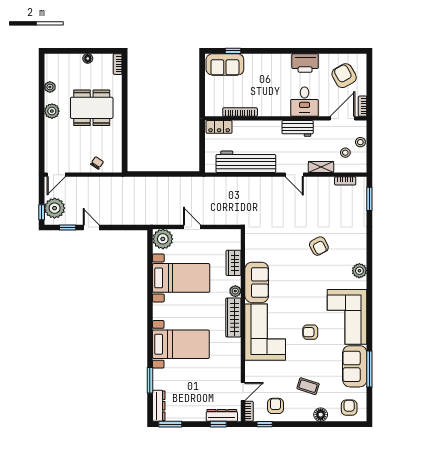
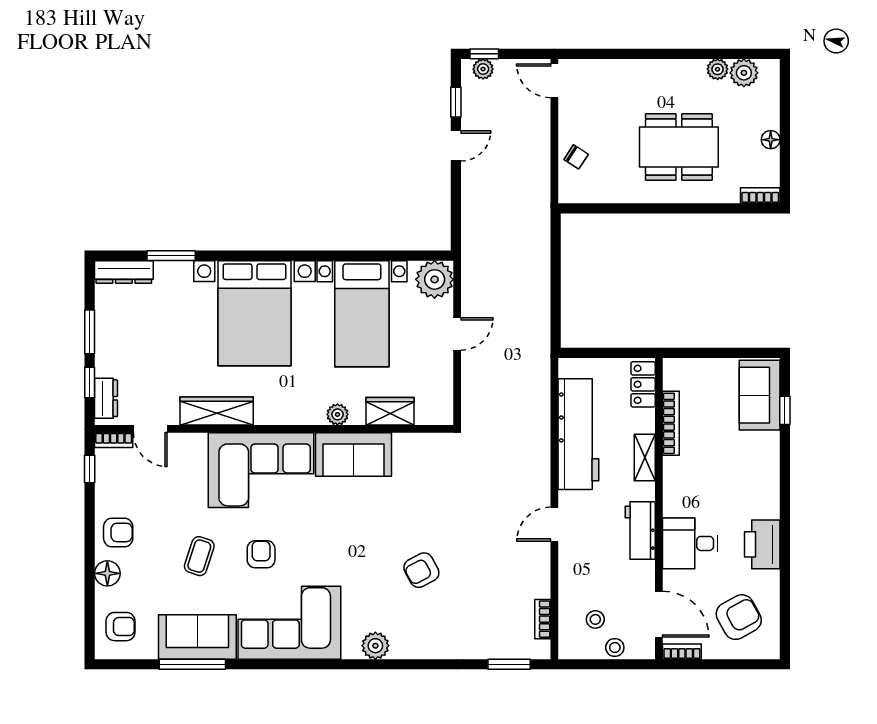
dining table: (92, 108) -> (679, 147), turned 90
plant: (52, 111) -> (744, 73), moved
shelving: (321, 167) -> (645, 457), moved
plant: (55, 208) -> (483, 69), width x0.53, depth x0.53
wardrobe: (233, 317) -> (217, 411), moved
bed with nightstands: (181, 344) -> (254, 313), width x1.36
coffee table: (308, 386) -> (199, 556), moved
armchair: (275, 406) -> (118, 532), moved
dresser: (222, 415) -> (106, 398), width x0.70
window: (170, 424) -> (90, 332), moved

